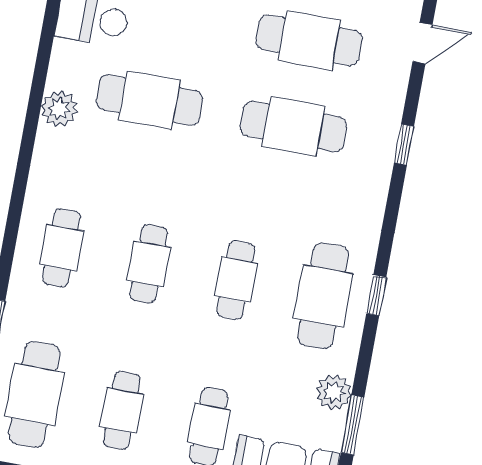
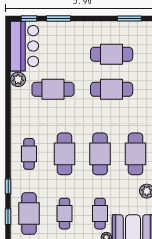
plant: (59, 109) -> (18, 79), moved
cafe table: (149, 264) -> (65, 154), width x1.37, depth x1.35
cafe table: (236, 280) -> (100, 154), width x1.37, depth x1.35

